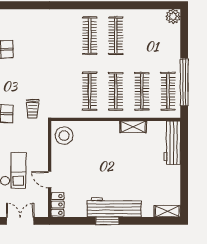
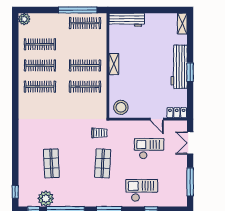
clothes rail: (142, 91) -> (40, 44), moved
shelving: (133, 127) -> (114, 64), moved
door: (50, 180) -> (157, 119), hinge flipped

